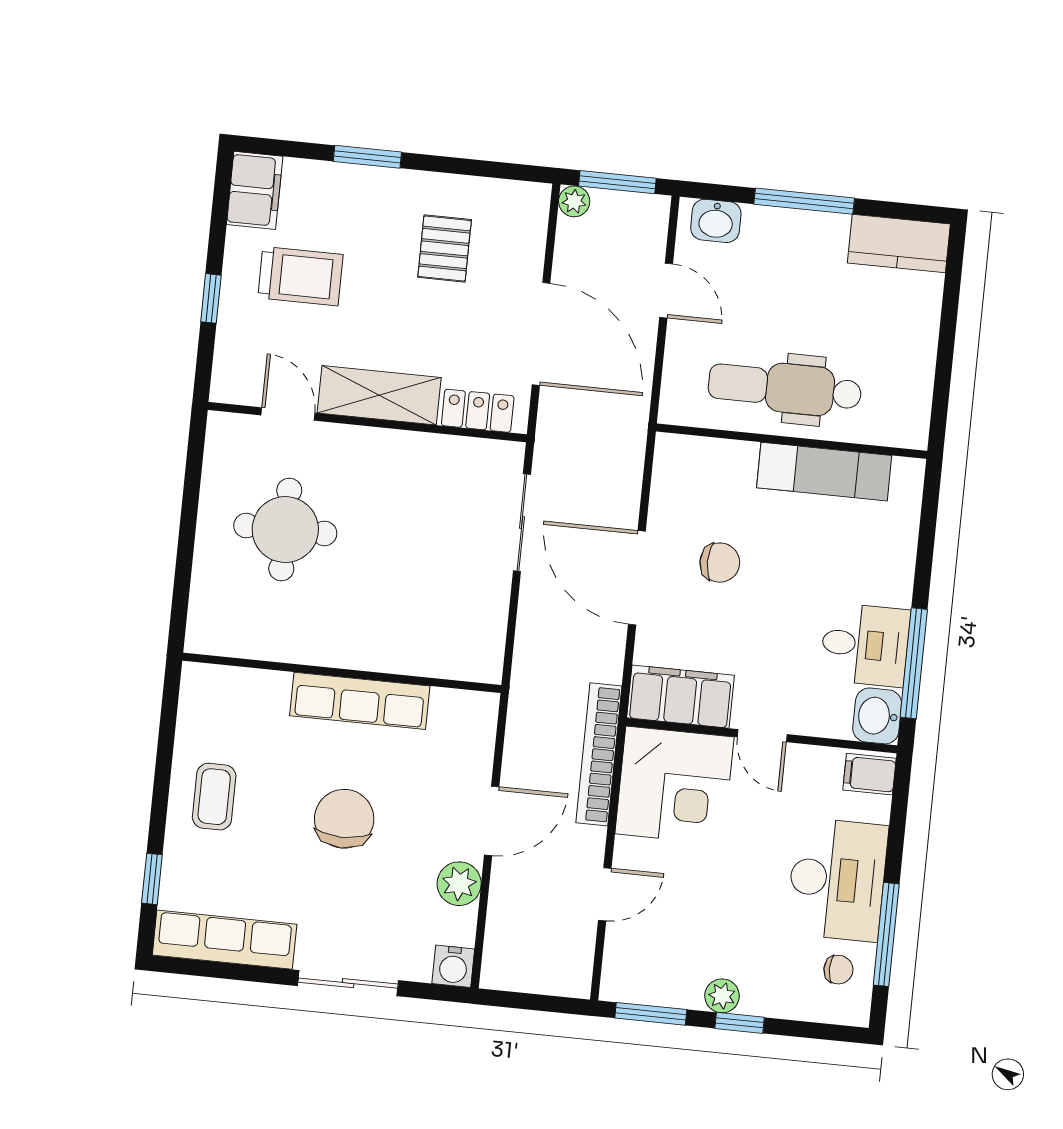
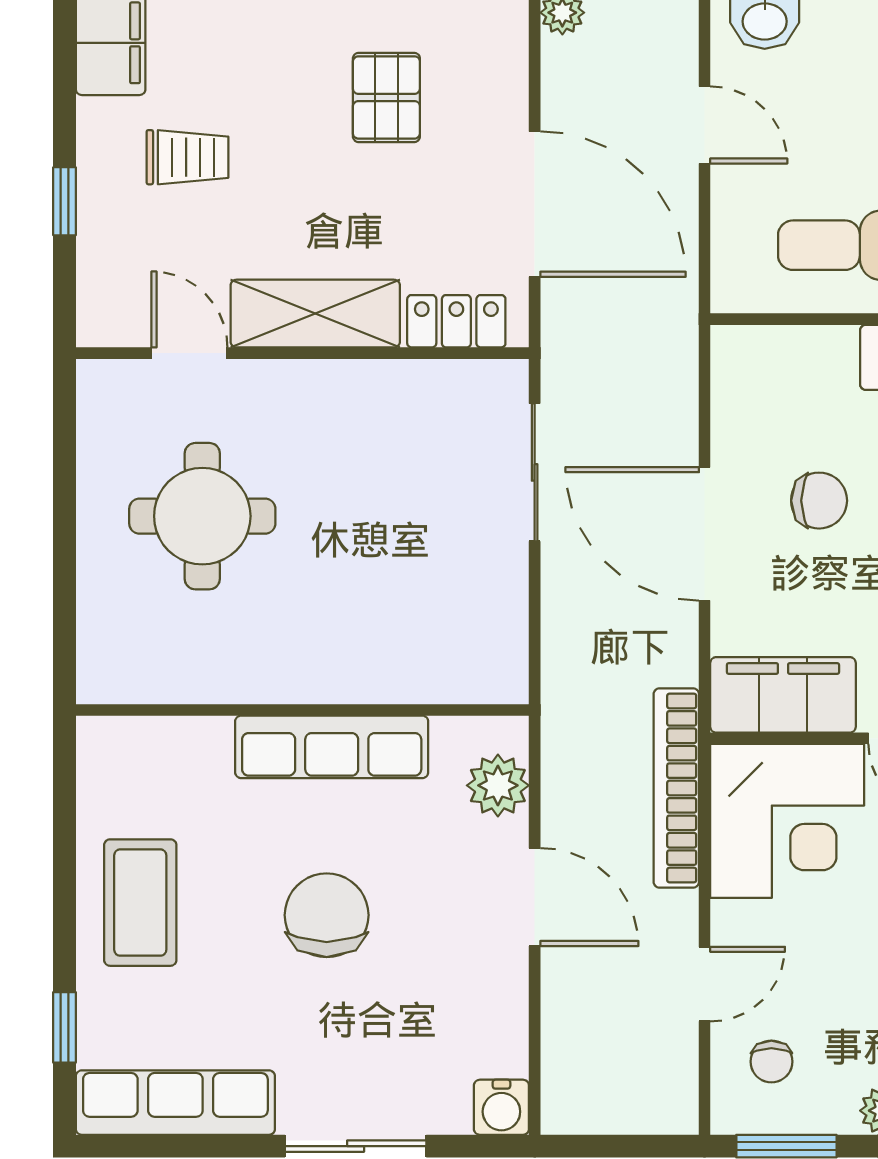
trolley: (300, 276) -> (187, 157), width x0.73, depth x0.72
coffee table: (214, 797) -> (140, 903), width x1.36, depth x1.30
door: (492, 821) -> (535, 897), hinge flipped
plant: (459, 884) -> (498, 785), moved
chair: (646, 953) -> (771, 1062), added

